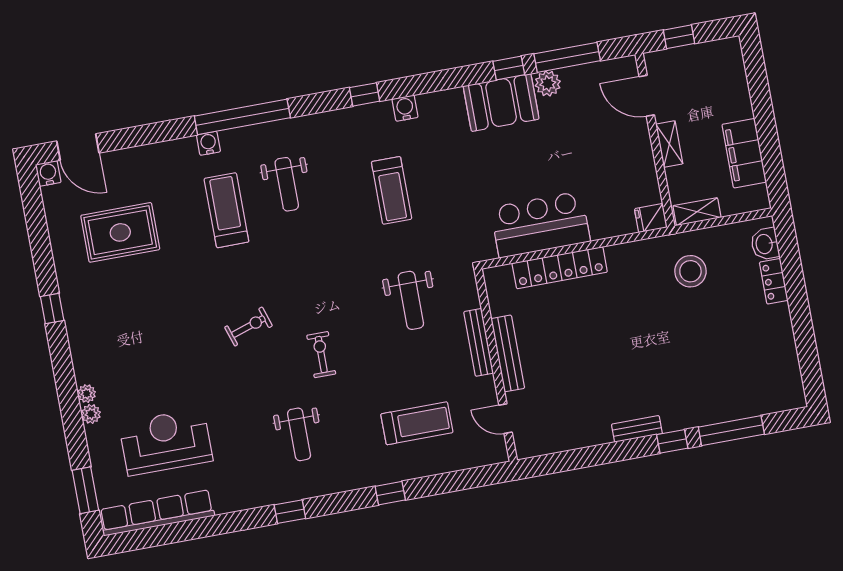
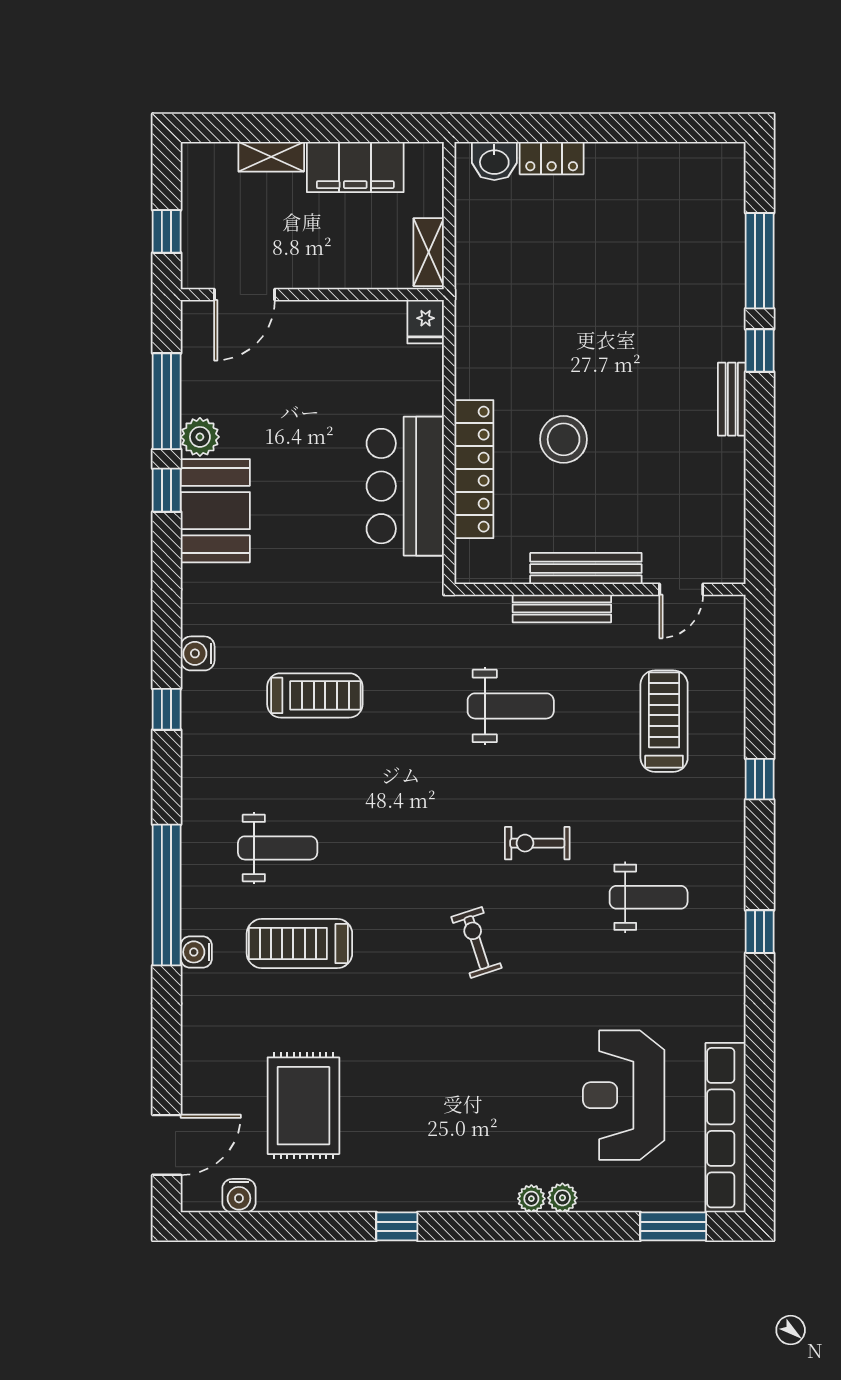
shelving: (669, 144) -> (271, 157), moved
water cooler: (48, 173) -> (239, 1196), moved, turned -90
stool: (690, 271) -> (564, 439), moved
weight bench: (411, 300) -> (511, 706), moved

